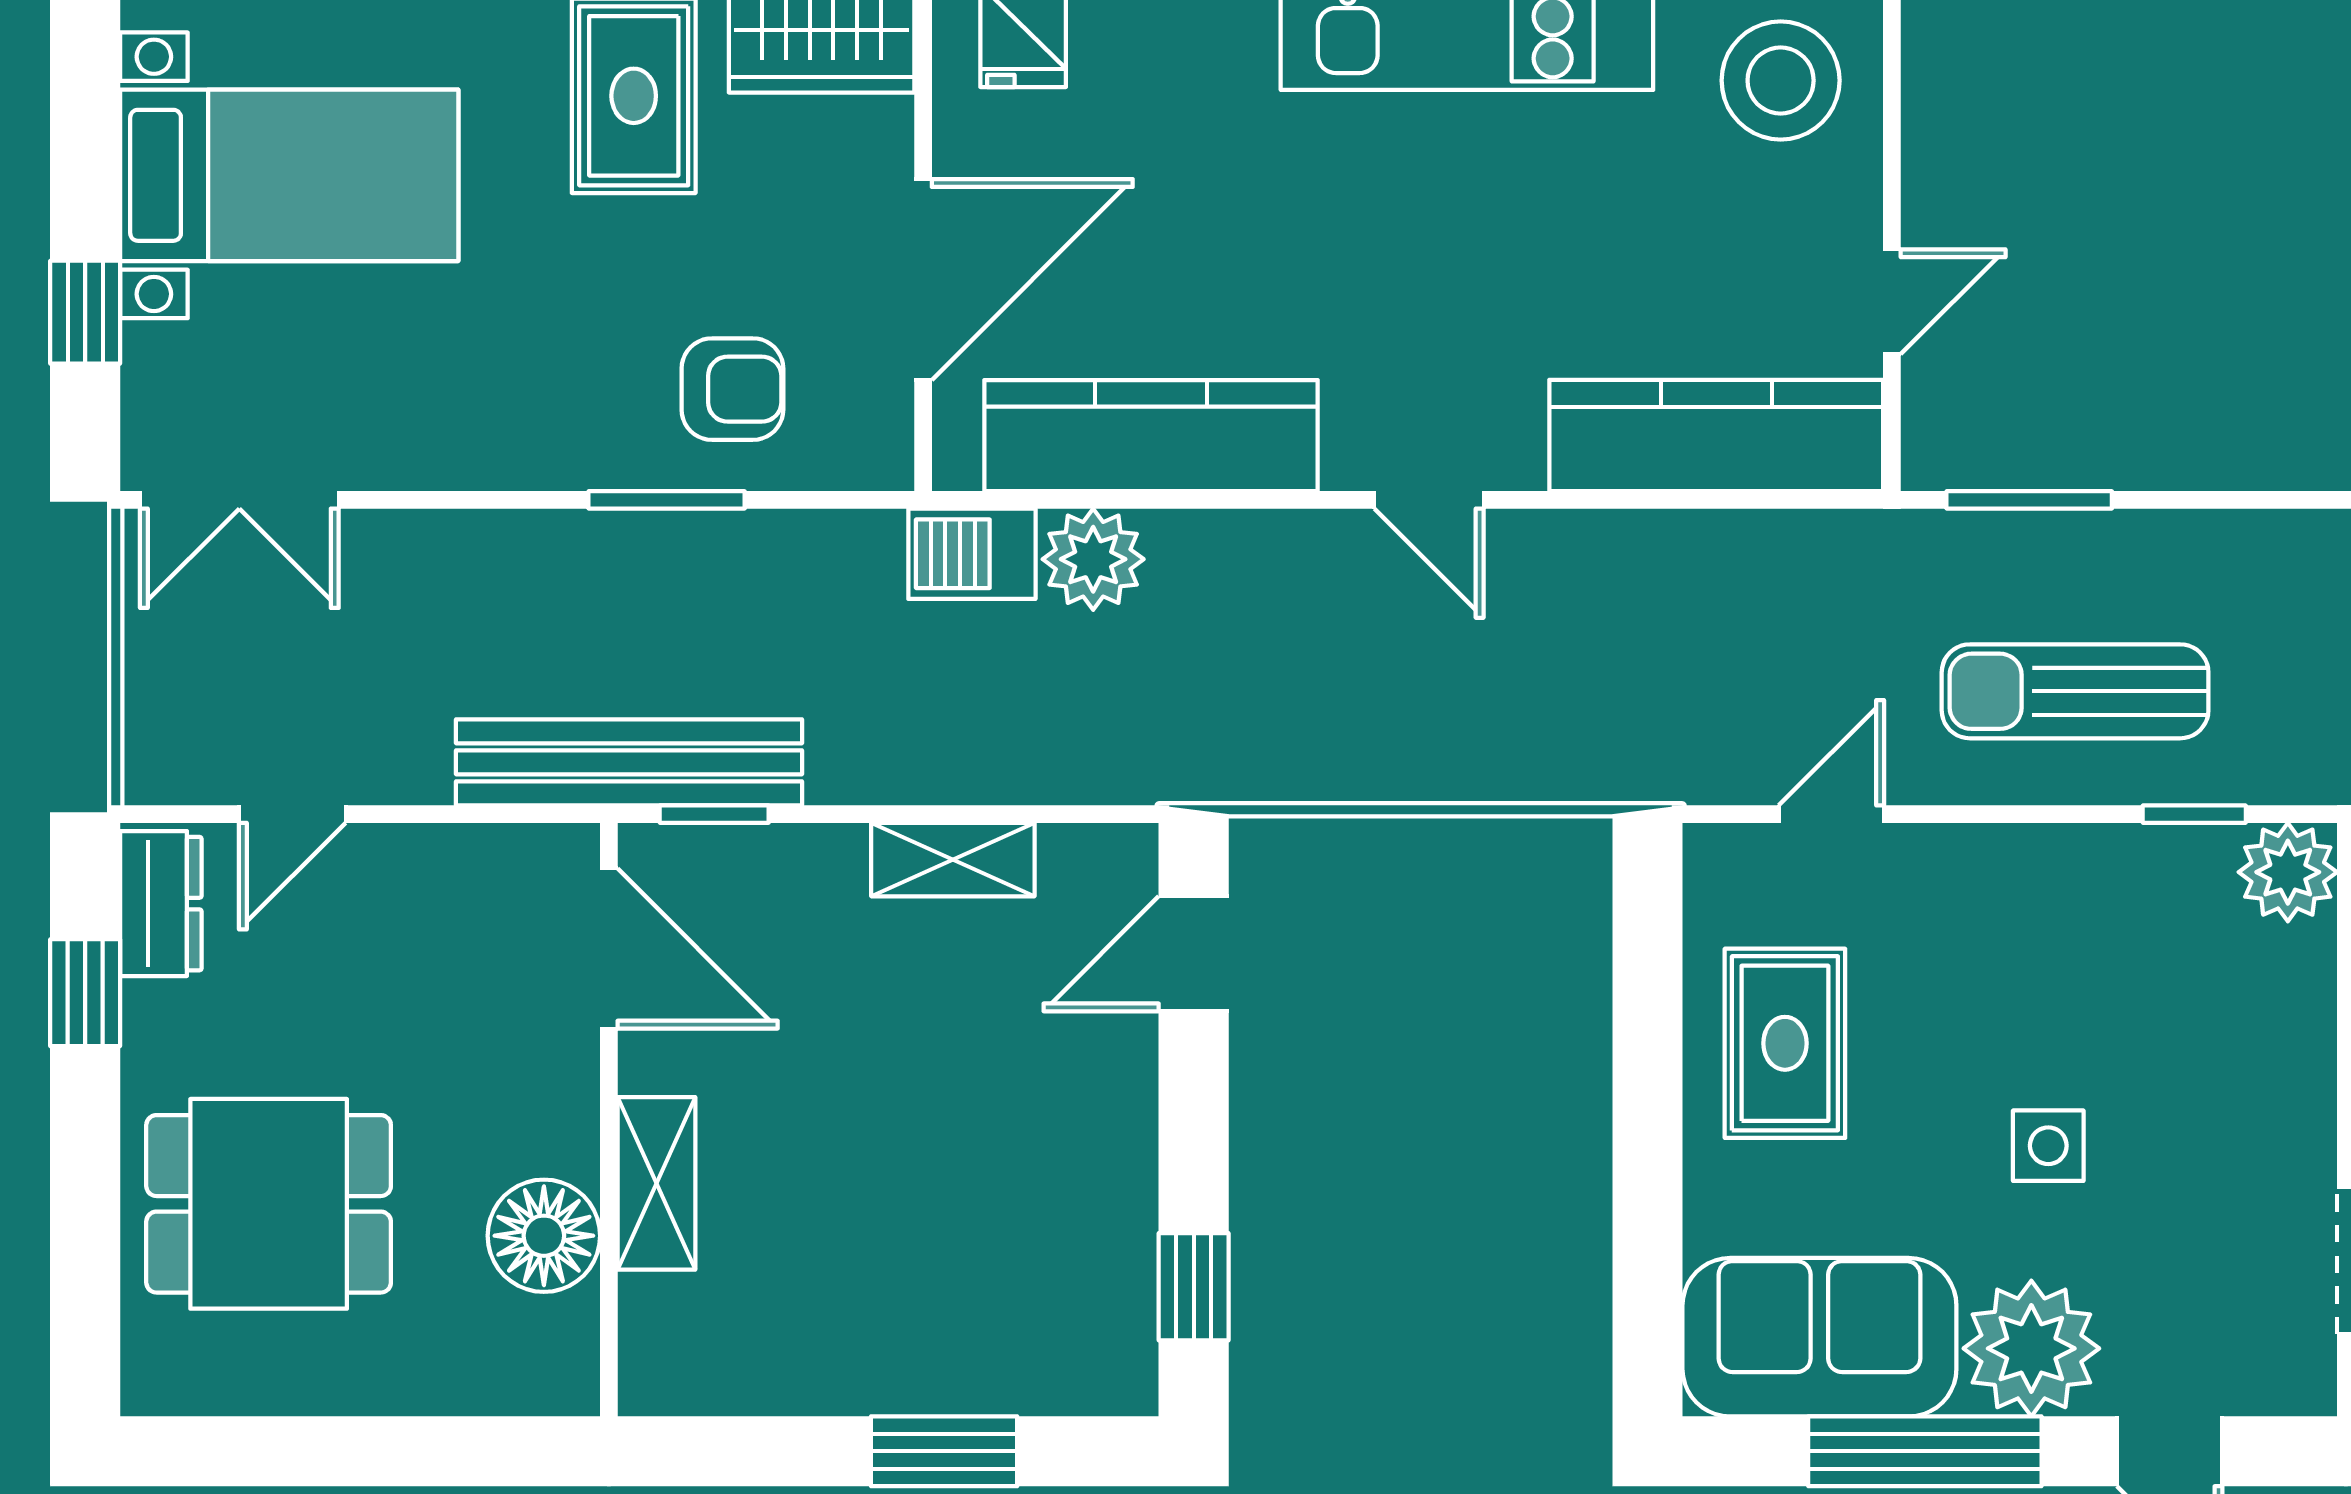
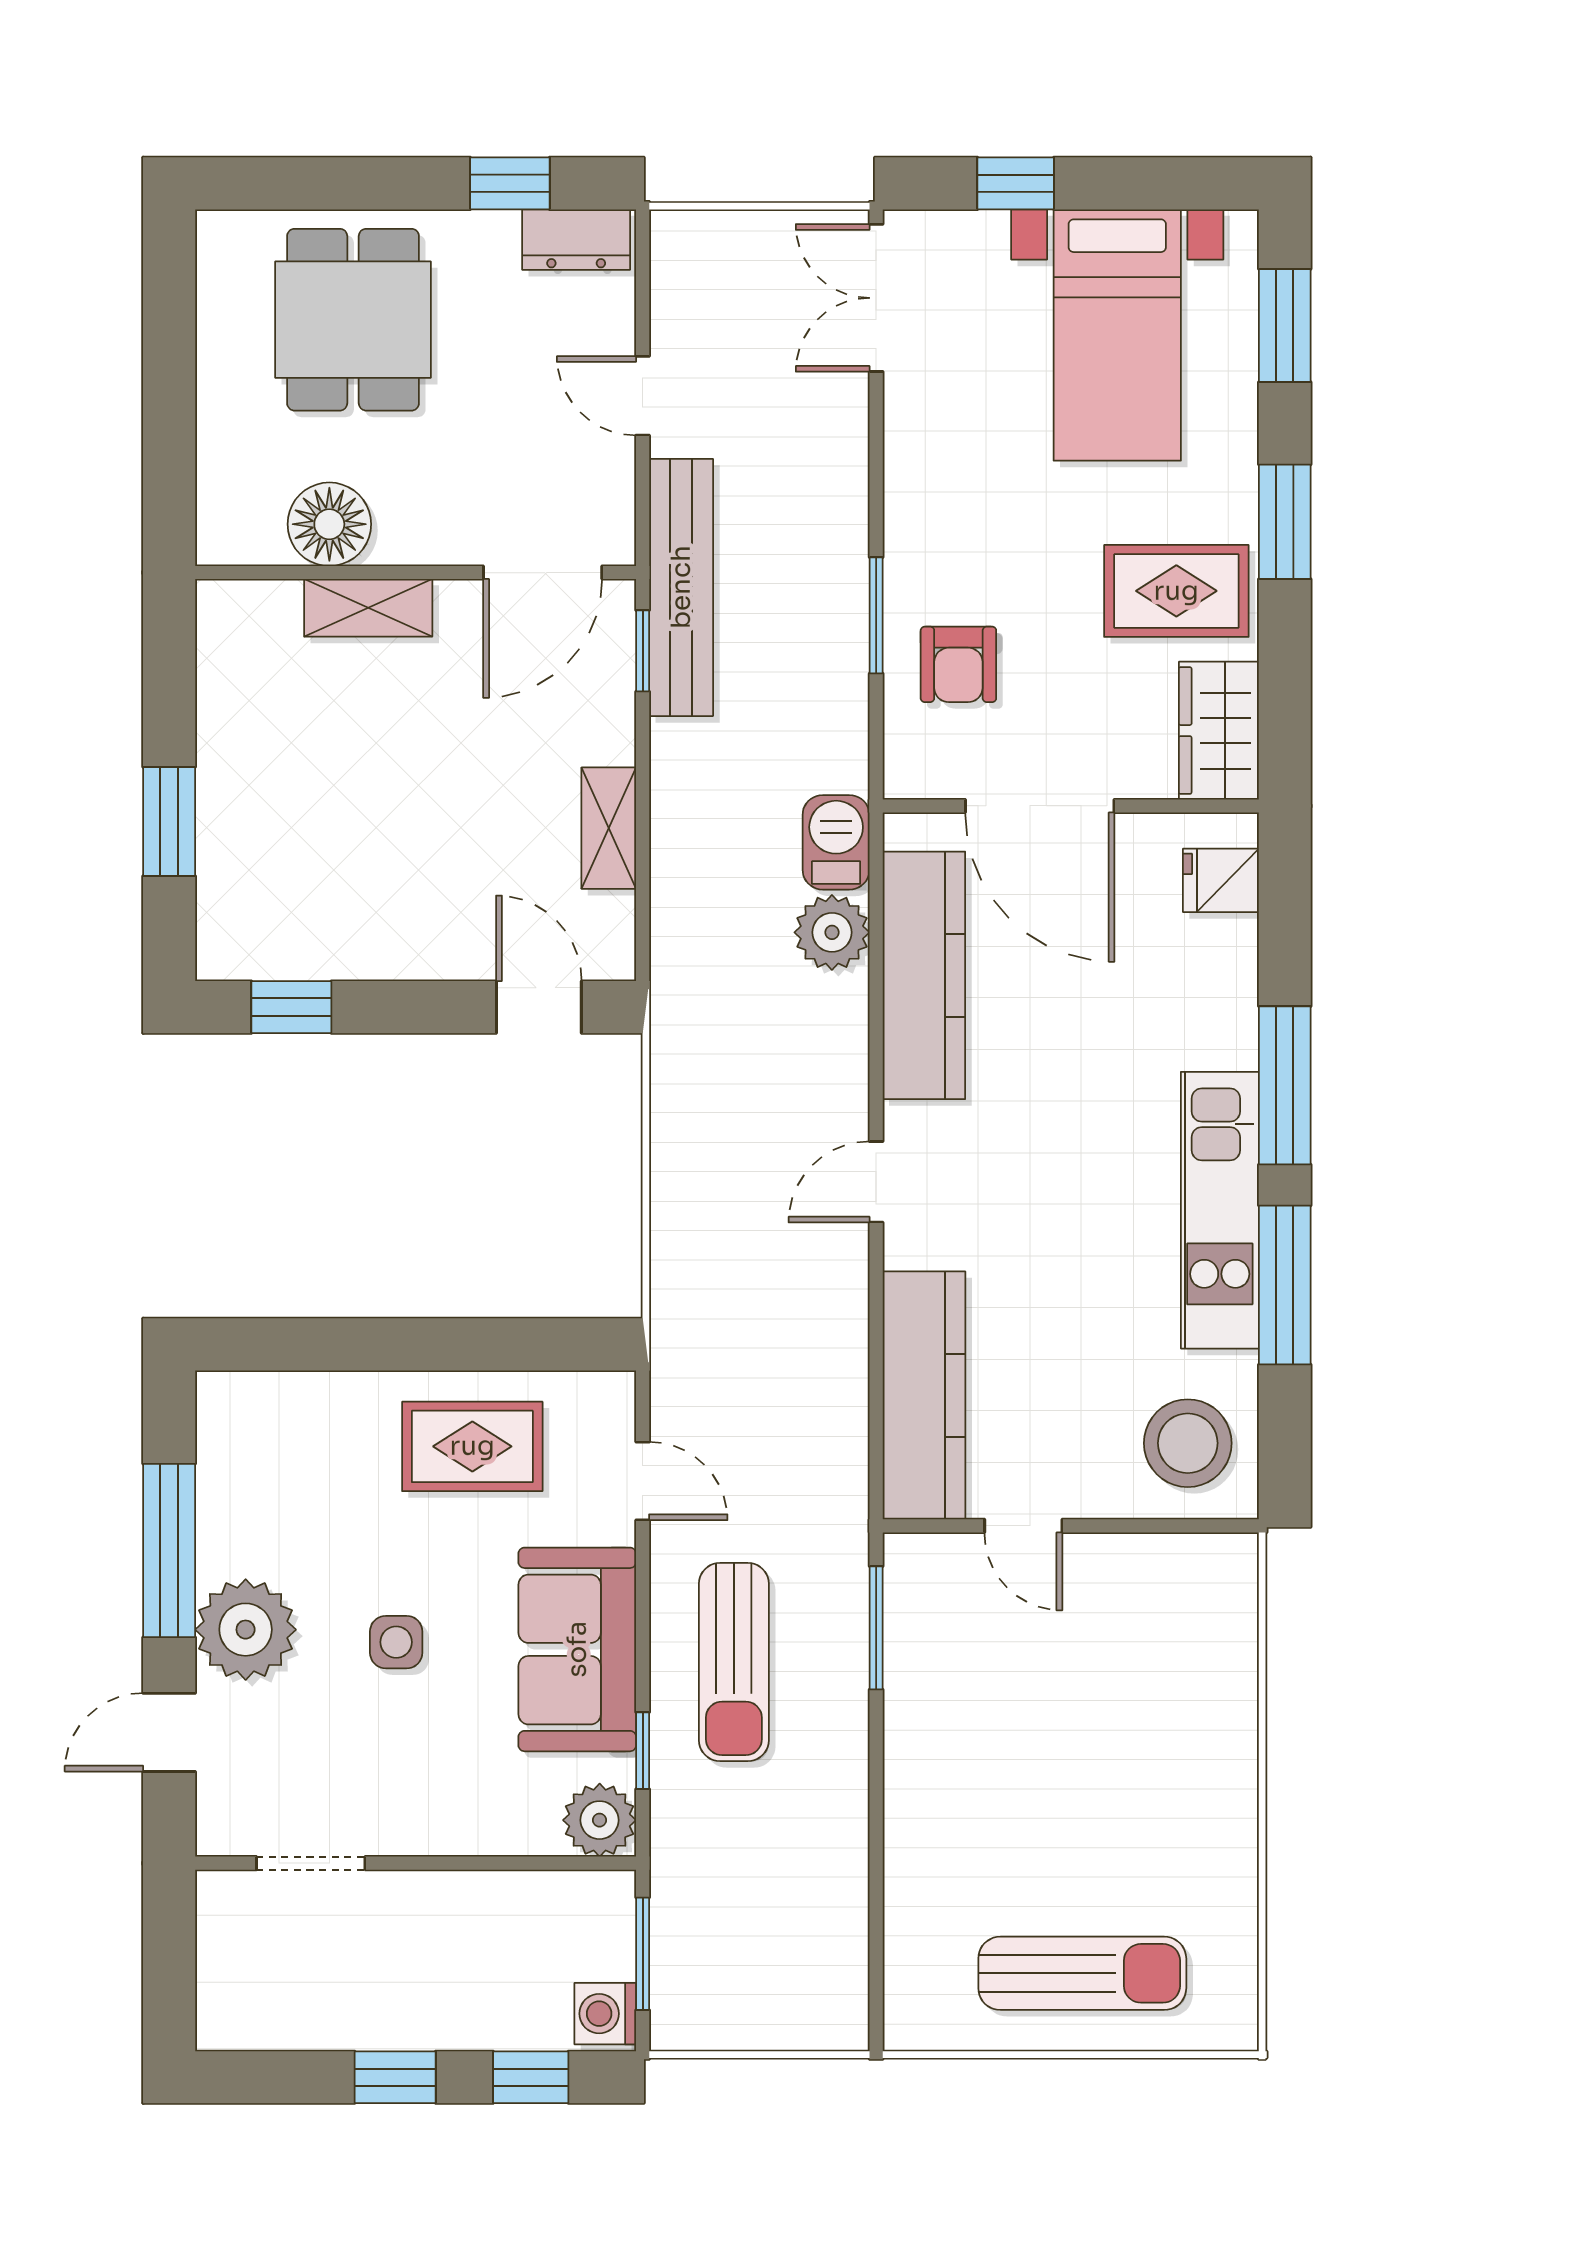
sun lounger: (2075, 691) -> (734, 1662), turned 180
door: (292, 814) -> (643, 396), moved
sofa: (1819, 1337) -> (577, 1649), moved, turned 180

